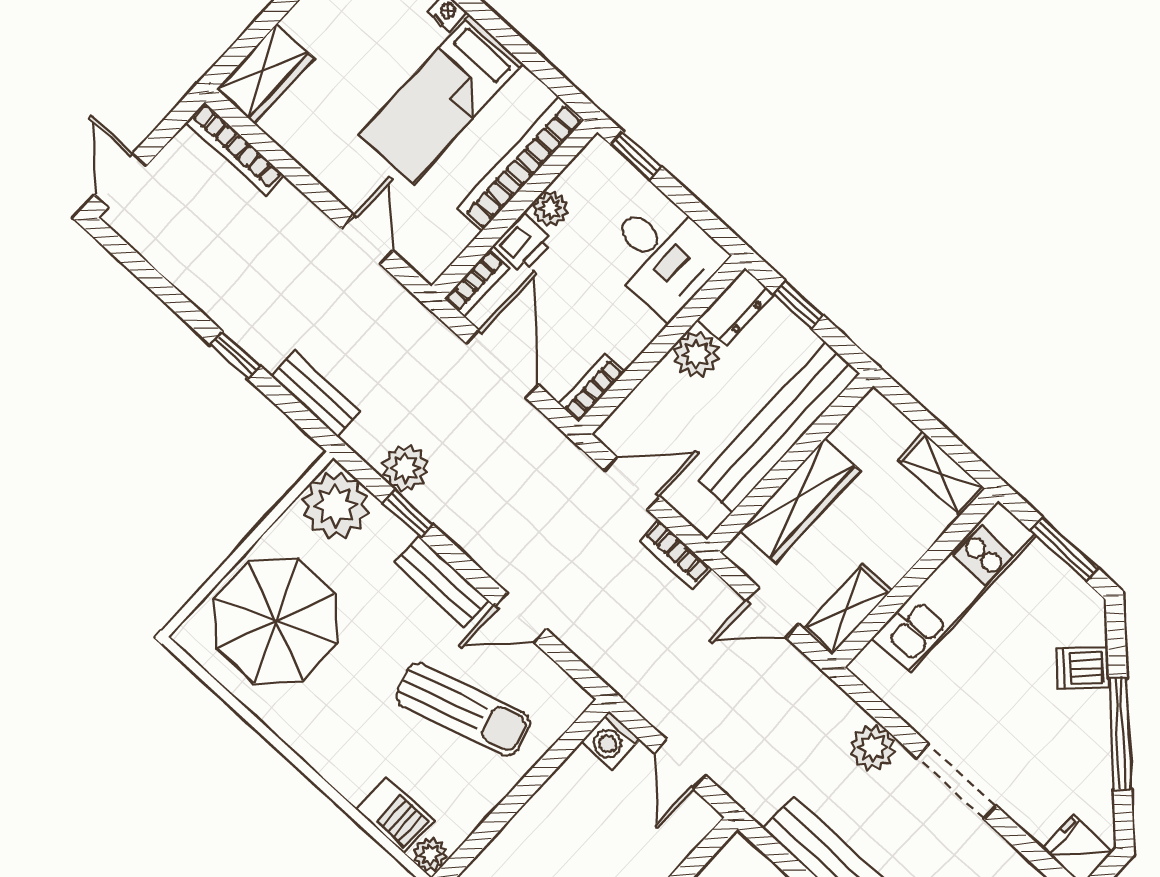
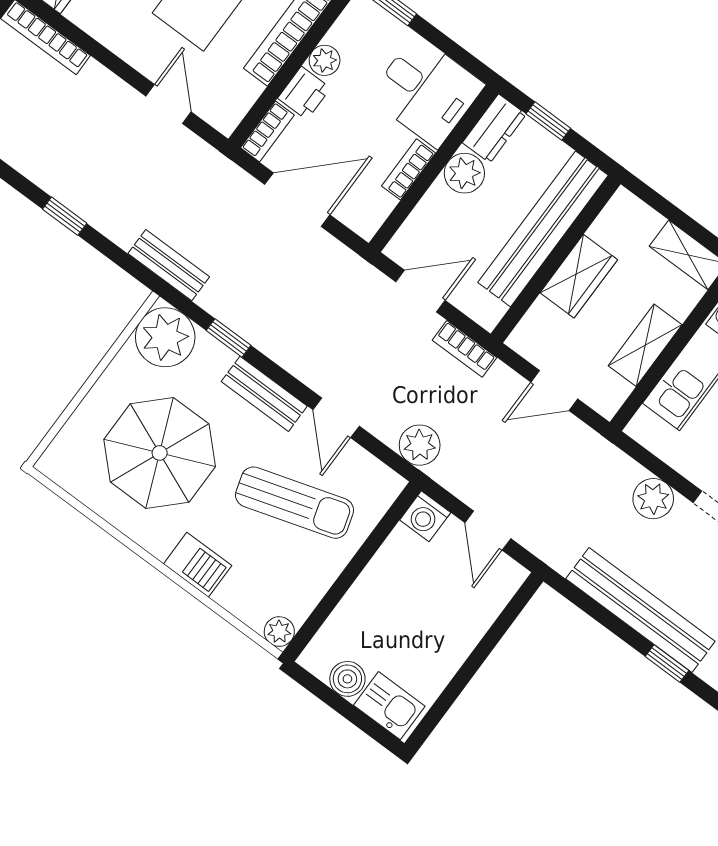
door: (502, 364) -> (297, 200), hinge flipped
bookcase: (592, 388) -> (409, 169), moved
bench: (315, 394) -> (169, 265), moved
plant: (405, 468) -> (420, 445), moved
wardrobe: (800, 501) -> (579, 276), width x0.67
shelving: (847, 609) -> (645, 345), moved
door: (521, 618) -> (336, 418), hinge flipped
parasol: (276, 621) -> (160, 453), moved
barbecue: (395, 815) -> (198, 565), moved

